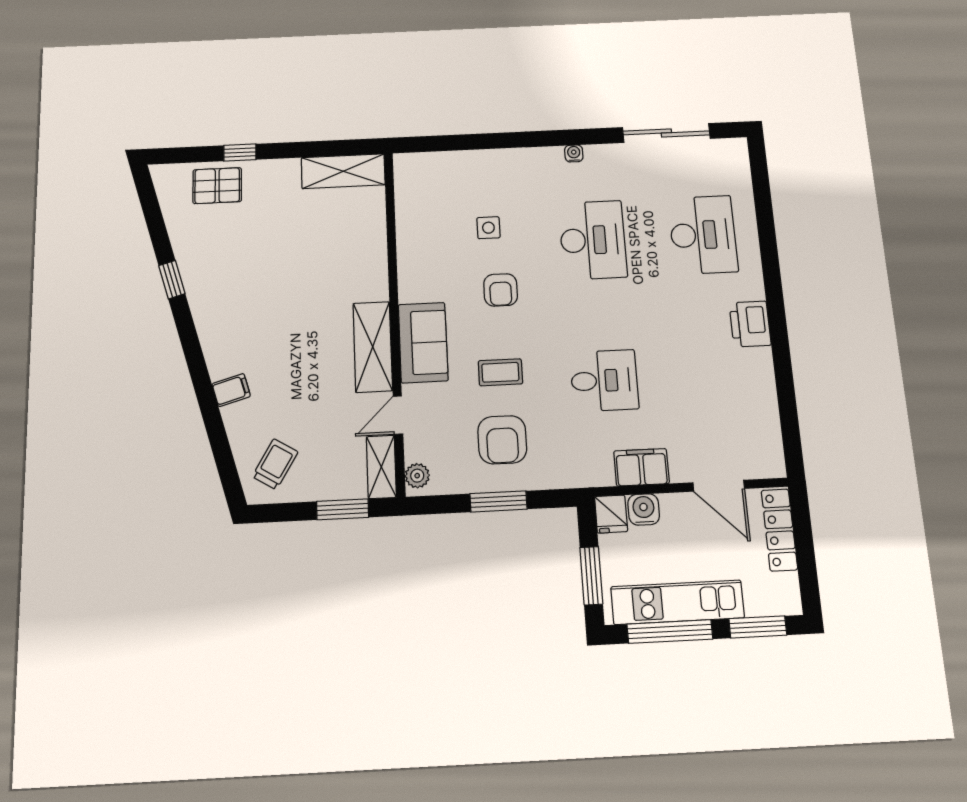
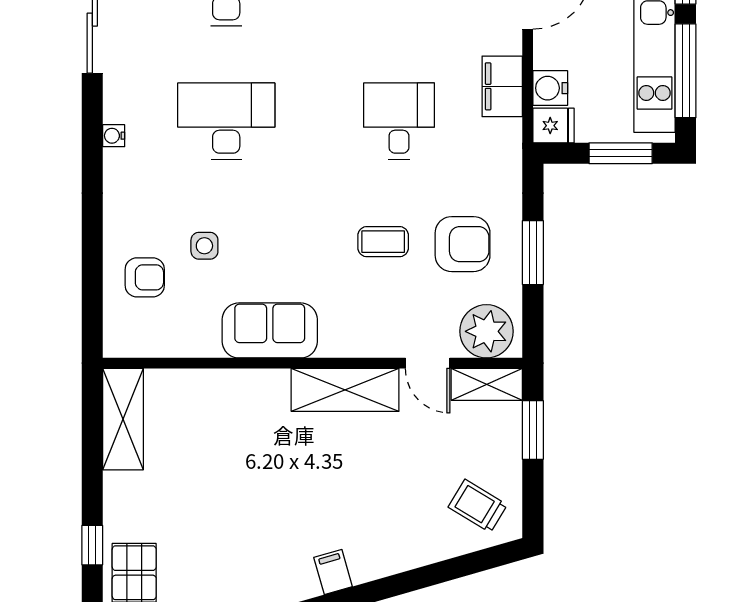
armchair: (501, 290) -> (145, 277), moved
sofa: (423, 342) -> (270, 330), moved
coffee table: (500, 372) -> (383, 242), turned 90
filing cabinet: (231, 390) -> (333, 572), moved
plant: (417, 476) -> (486, 331), width x1.87, depth x1.87

